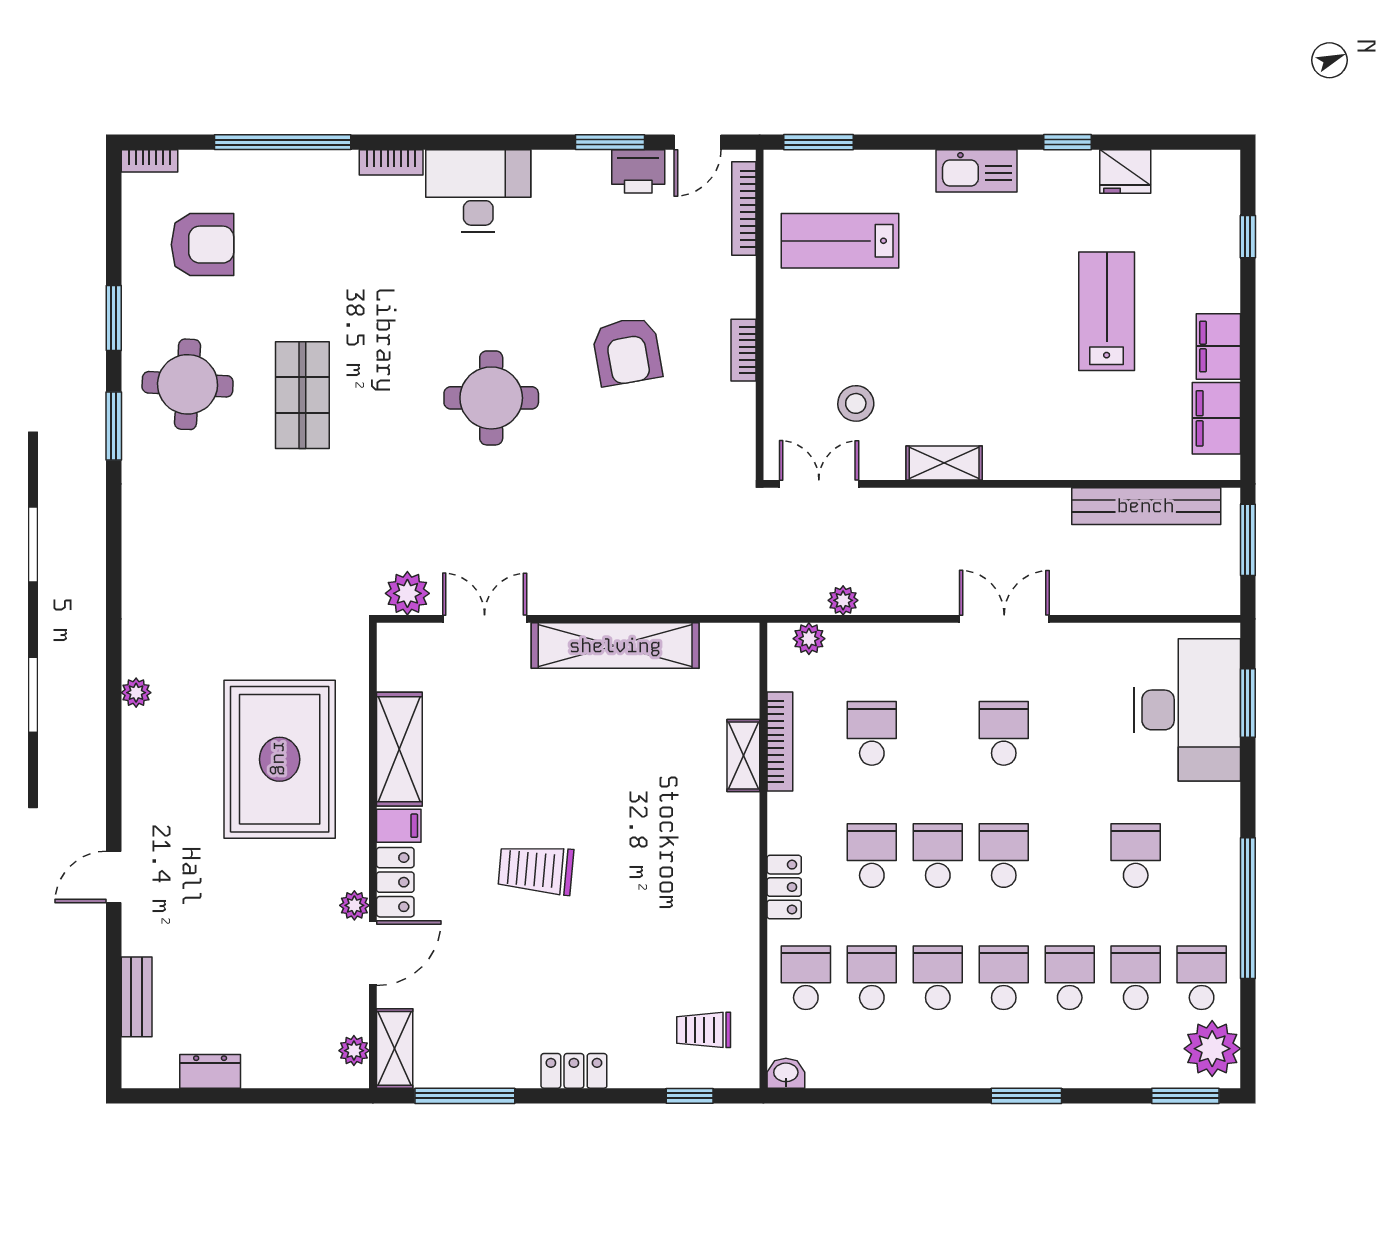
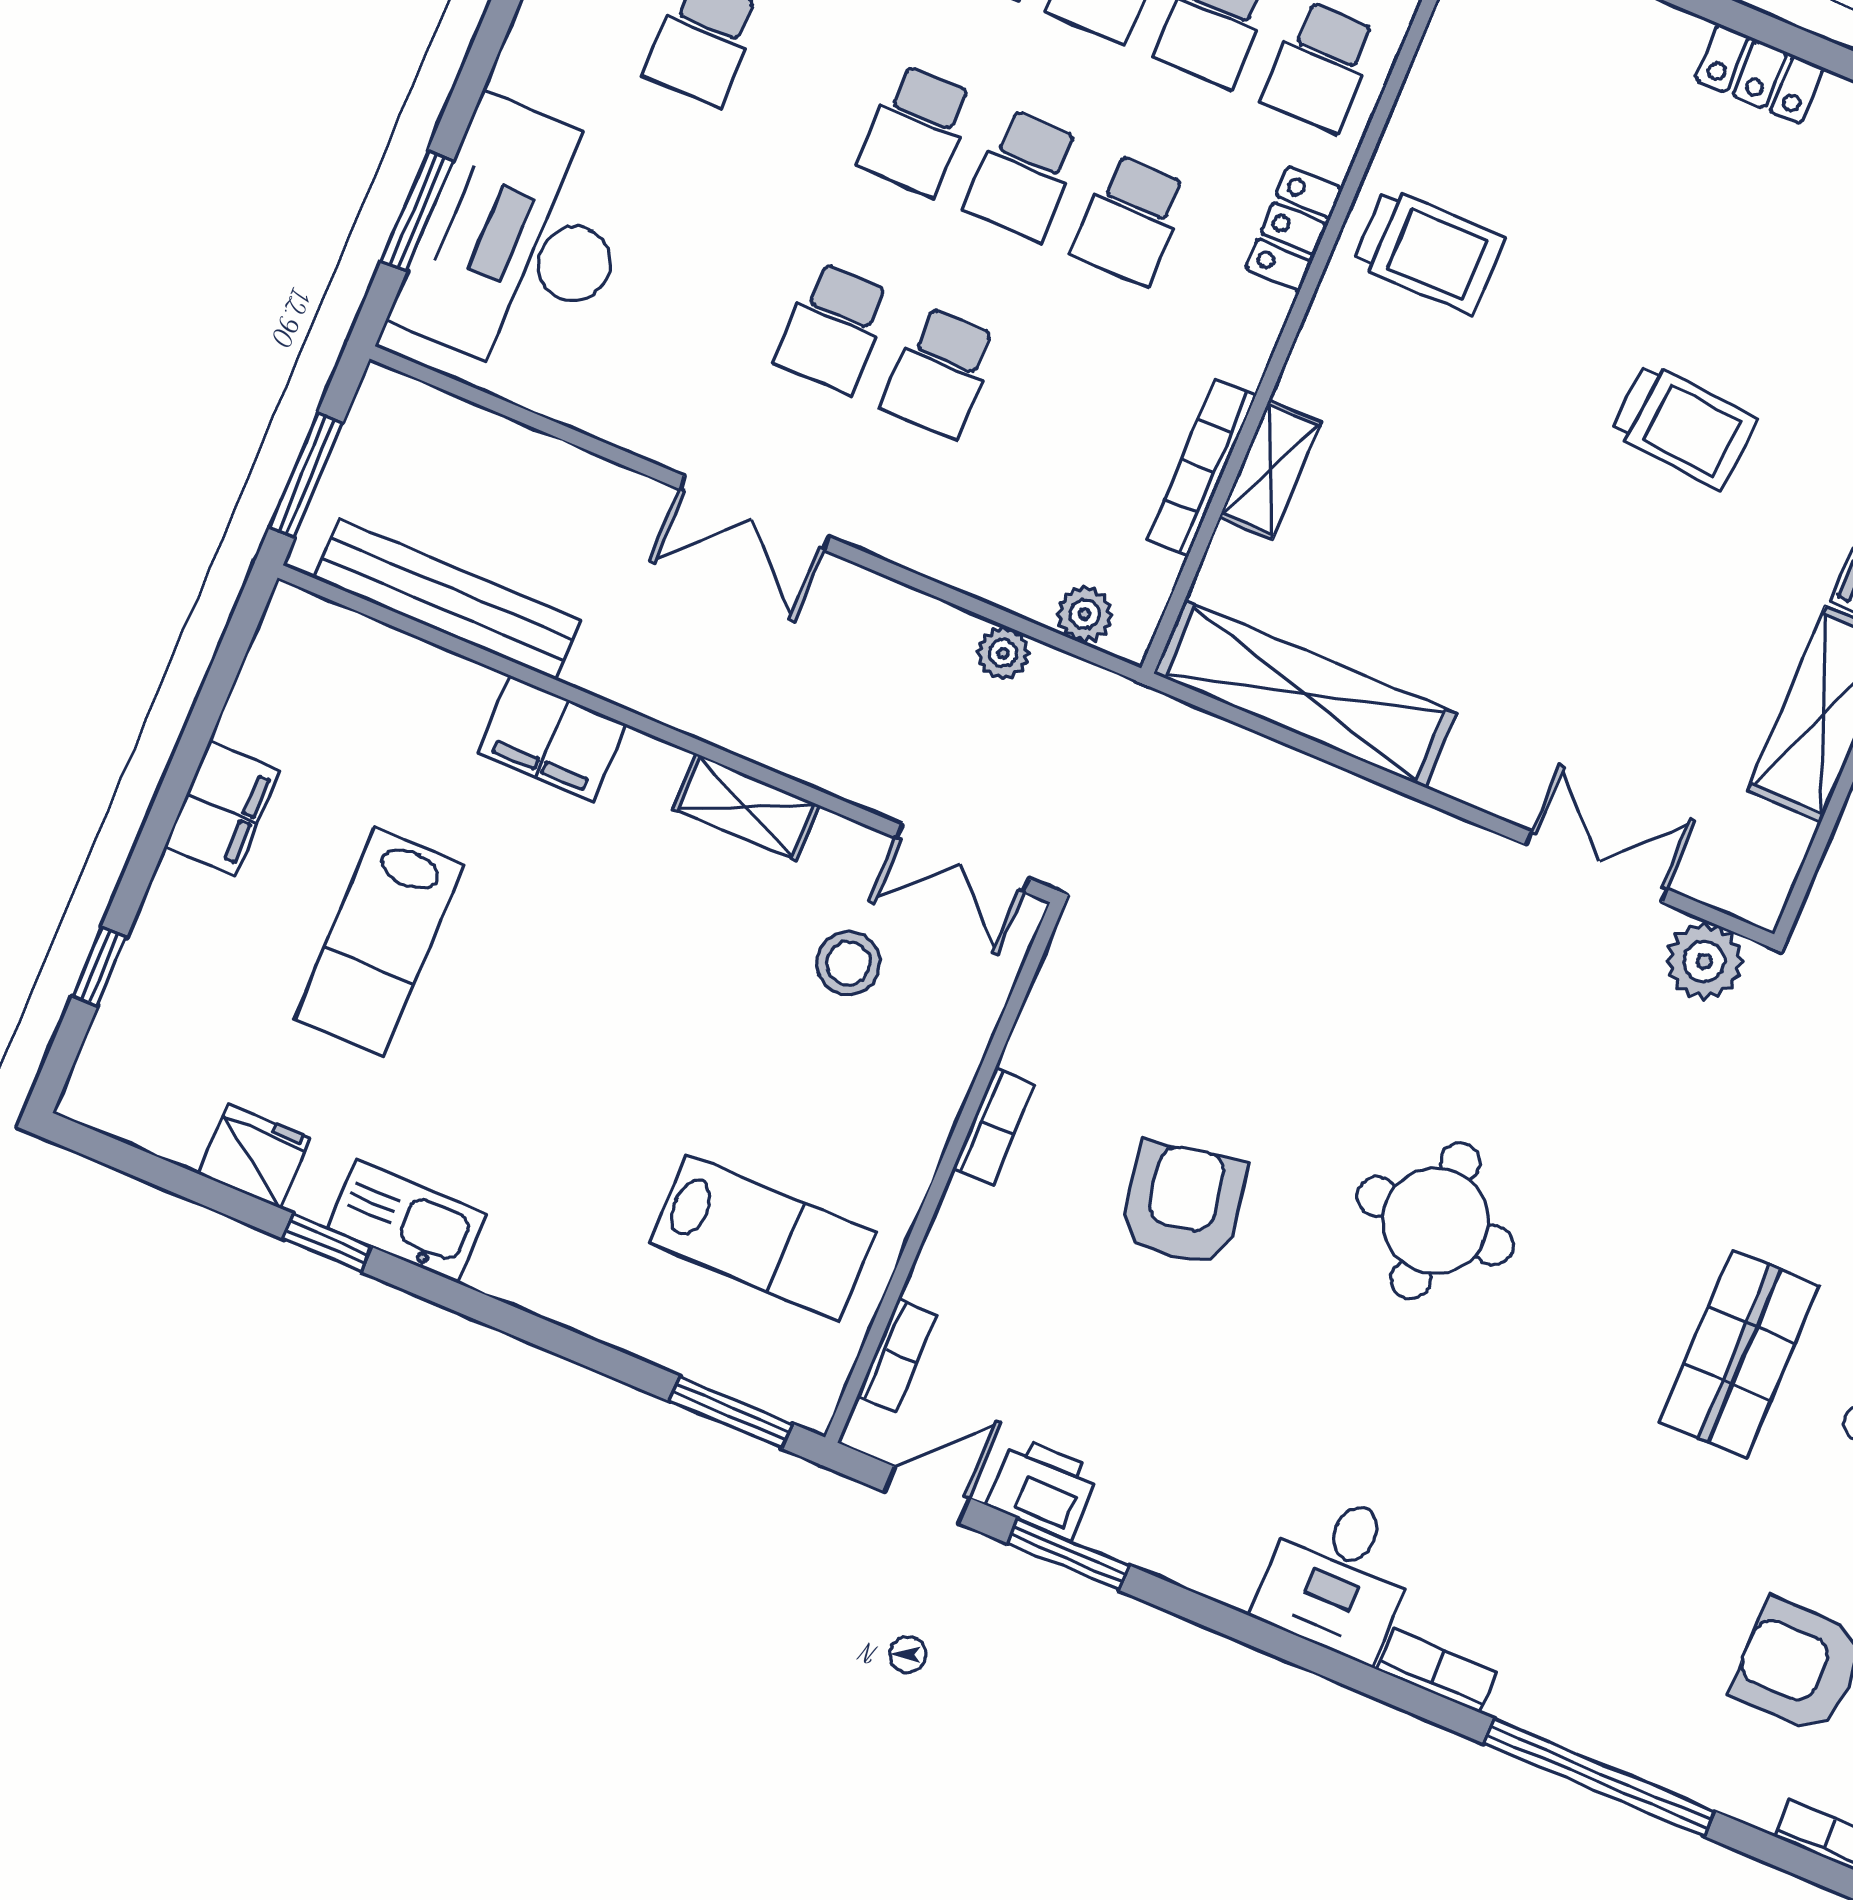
kitchen sink: (977, 171) -> (407, 1221), moved
desk: (478, 191) -> (1338, 1575), width x0.73
bookcase: (744, 209) -> (897, 1355), width x0.64
filing cabinet: (1216, 418) -> (551, 738), moved, turned 90
double door: (485, 619) -> (1597, 867), swing flipped
shelving: (615, 646) -> (1305, 694), moved
school desk: (872, 733) -> (940, 373), moved
trolley: (704, 1030) -> (1429, 251), moved, width x1.36, depth x1.39

